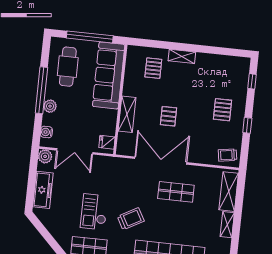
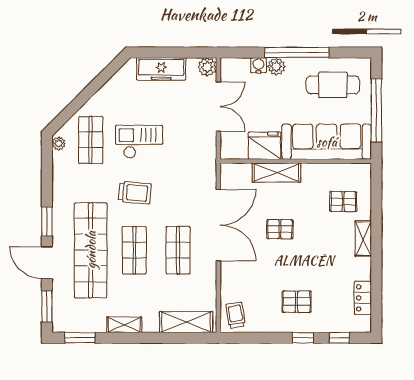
locker: (225, 61) -> (363, 298), added
window: (247, 125) -> (303, 338), moved
water cooler: (46, 132) -> (258, 65), moved
fridge: (107, 142) -> (264, 146), moved, width x1.88, depth x1.34
double door: (75, 151) -> (218, 107), swing flipped
trolley: (131, 219) -> (135, 193), turned -56
shop shelf: (173, 224) -> (134, 250), added
shelving: (227, 225) -> (124, 325), moved

